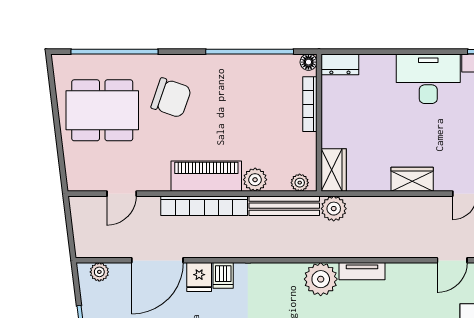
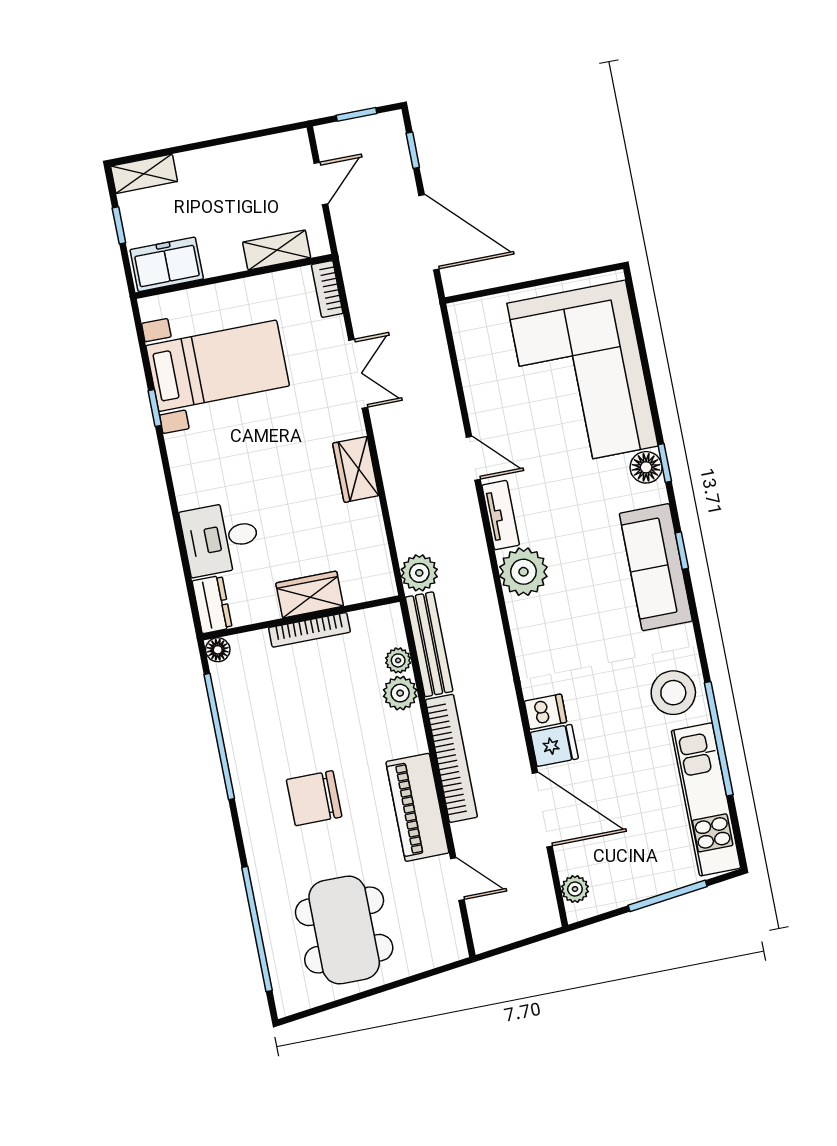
desk: (428, 79) -> (221, 538), moved, width x0.73
chair: (171, 98) -> (314, 798), moved, turned -109
bookcase: (310, 104) -> (309, 630), moved
wardrobe: (334, 170) -> (310, 595), moved
piano: (206, 176) -> (417, 807), moved
plant: (300, 183) -> (398, 660), moved
door: (452, 260) -> (473, 458), moved

